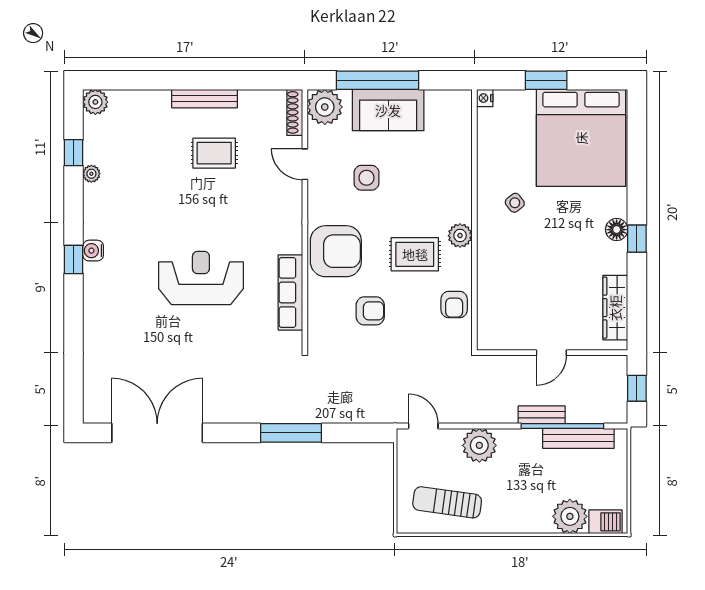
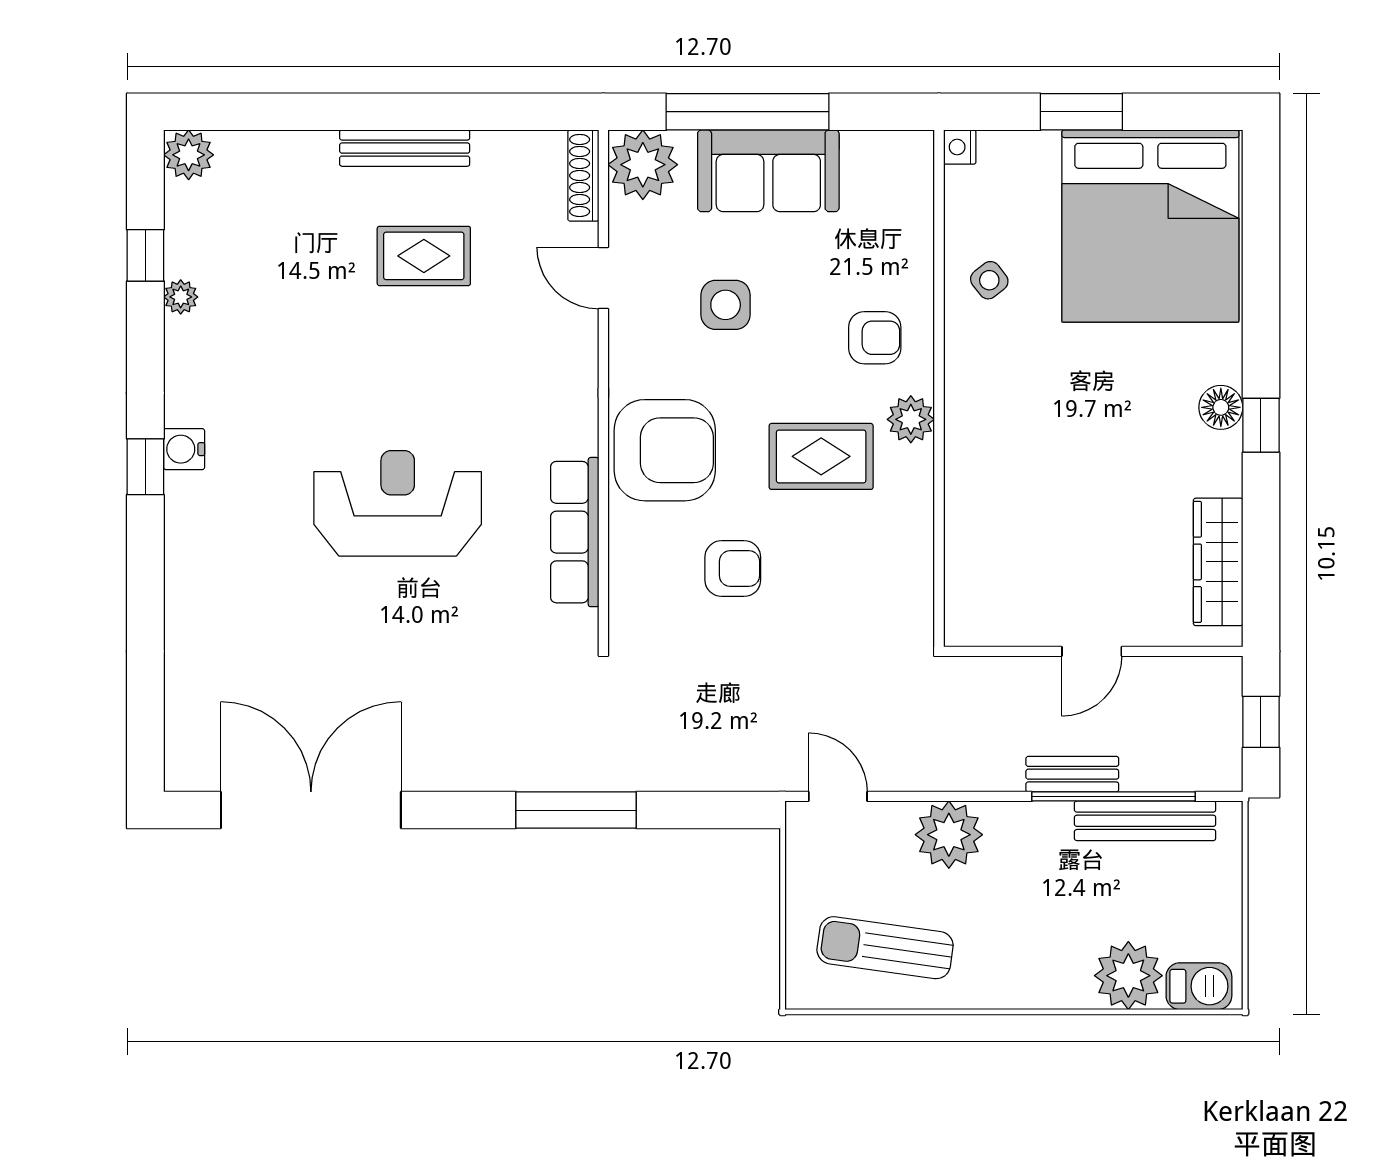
side table: (515, 203) -> (989, 280), moved
armchair: (454, 305) -> (875, 338), moved, turned -90

